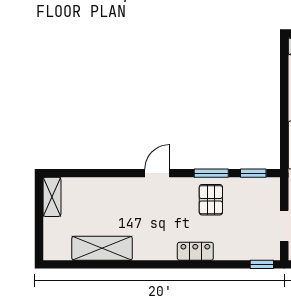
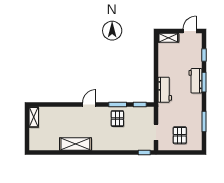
shelving: (102, 248) -> (75, 144), moved
locker: (195, 251) -> (109, 146), removed

